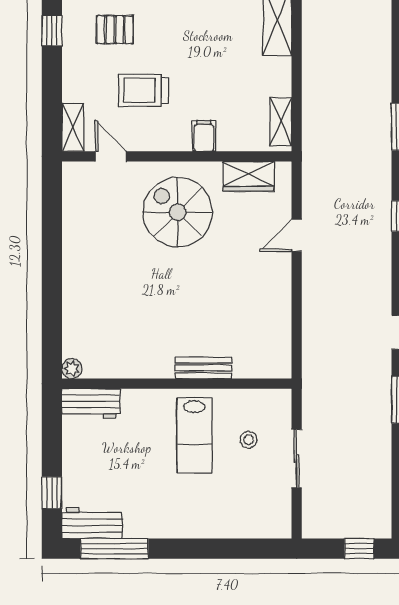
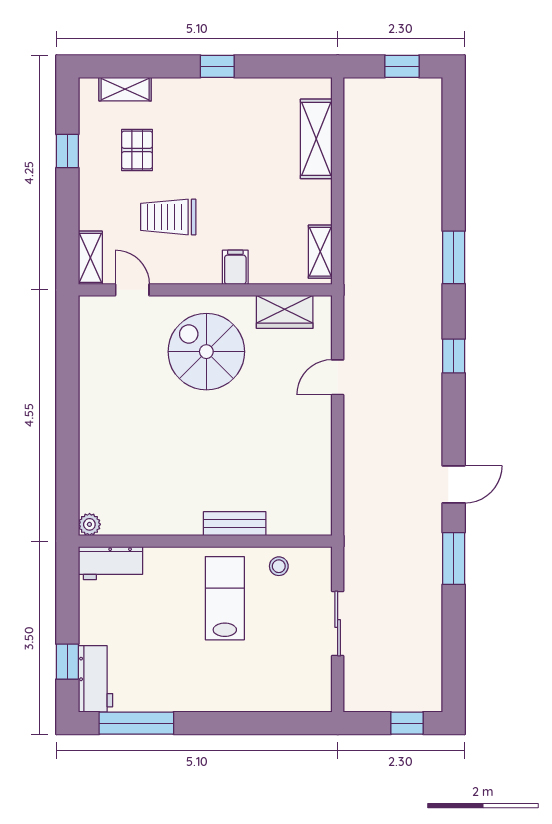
pallet: (115, 30) -> (137, 150), turned 90
lab bench: (194, 435) -> (225, 598), turned 180
stool: (249, 440) -> (279, 566), moved
workbench: (92, 523) -> (96, 679), moved, turned 90

